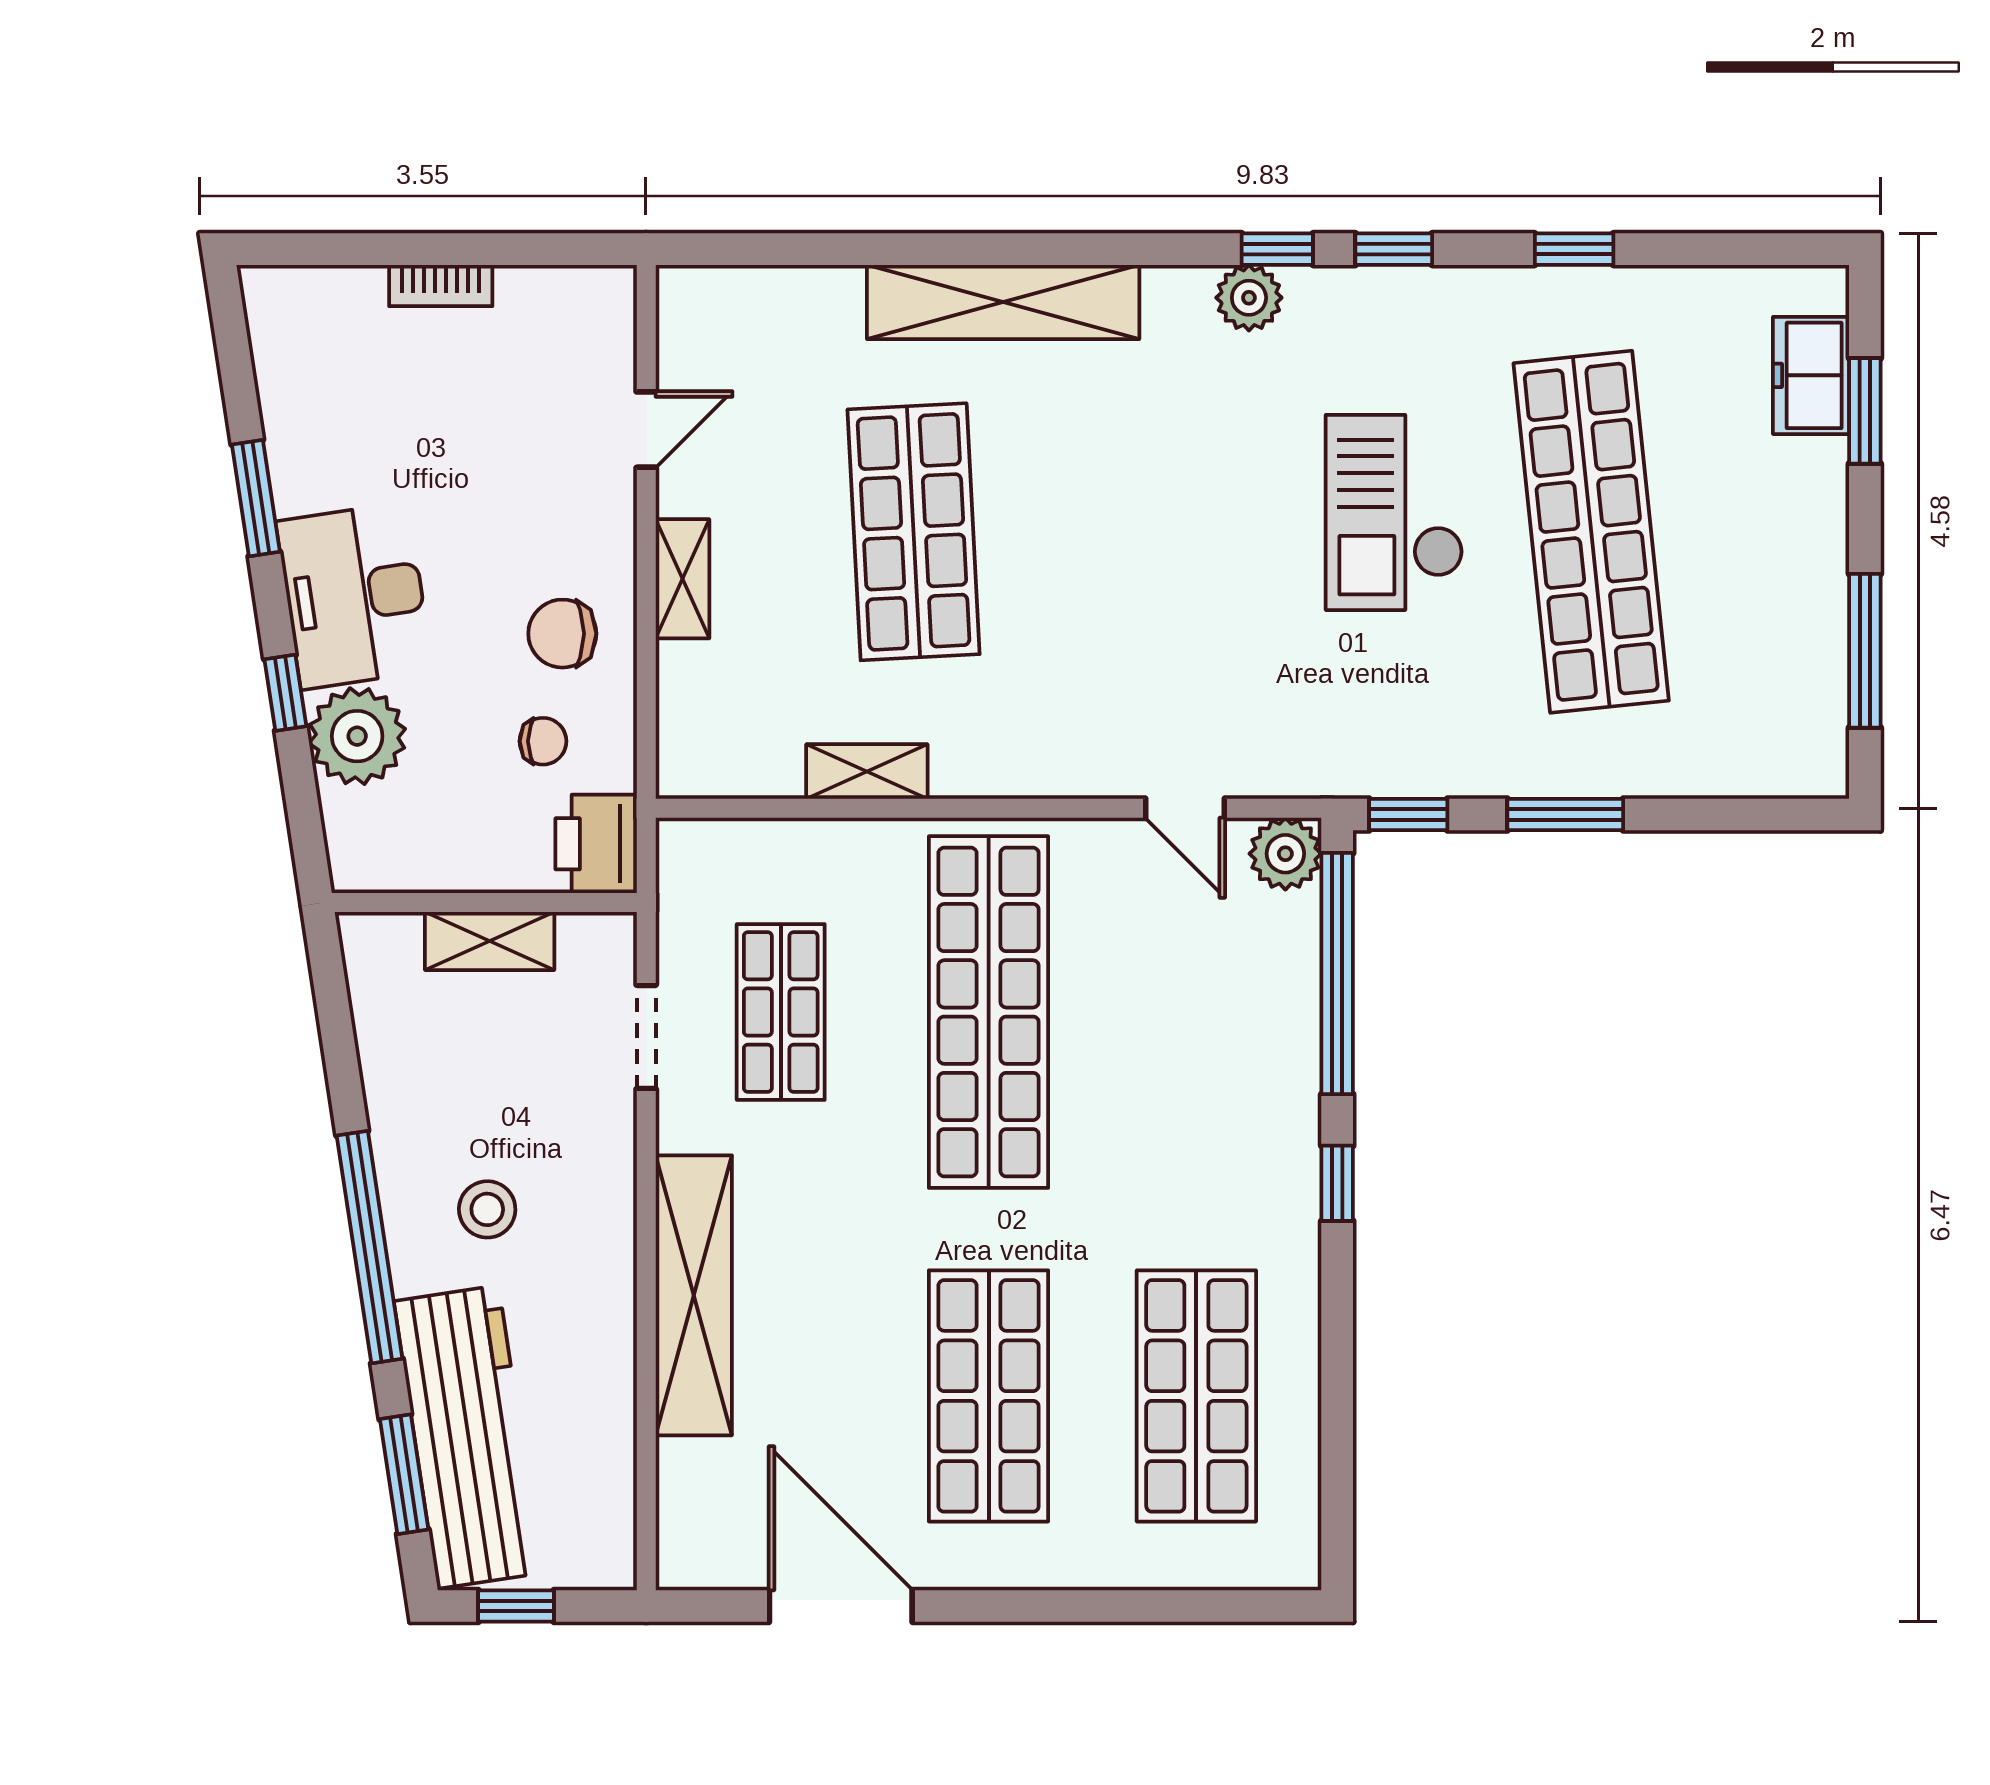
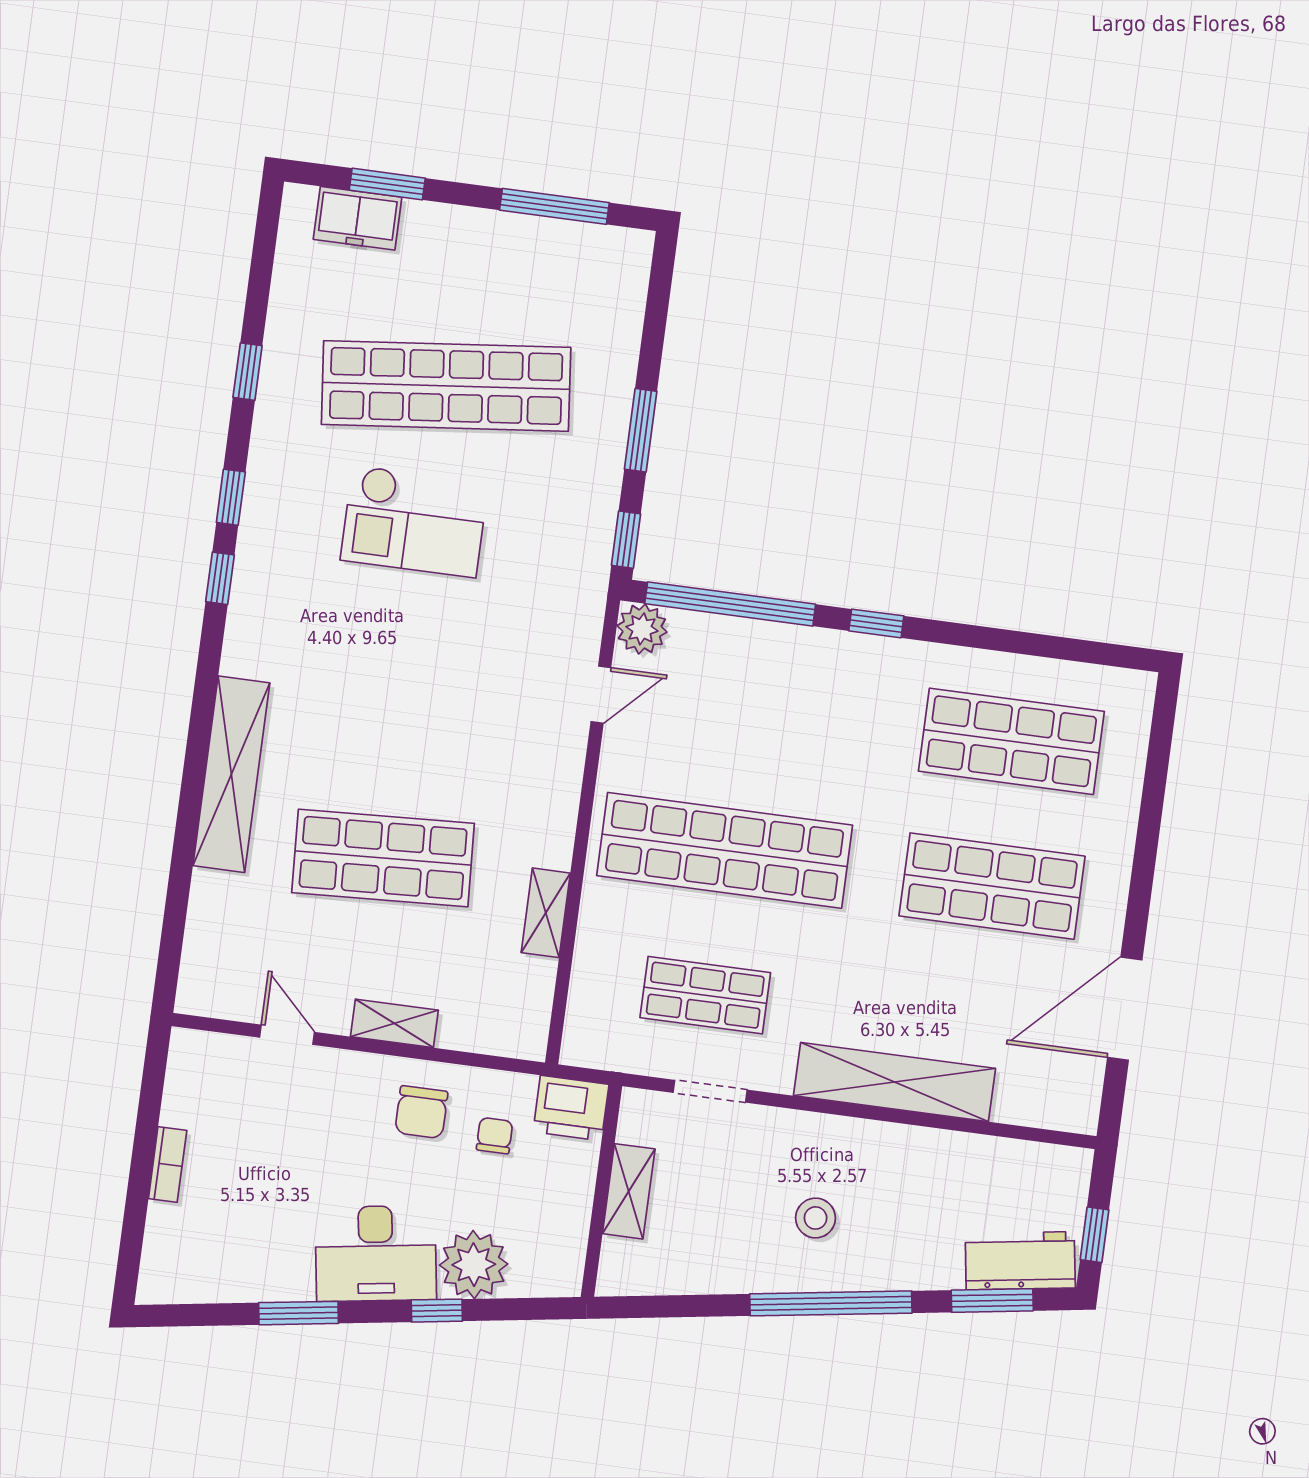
plant: (1249, 298) -> (251, 603), removed
workbench: (468, 1437) -> (1020, 1261), width x0.53, depth x0.76

